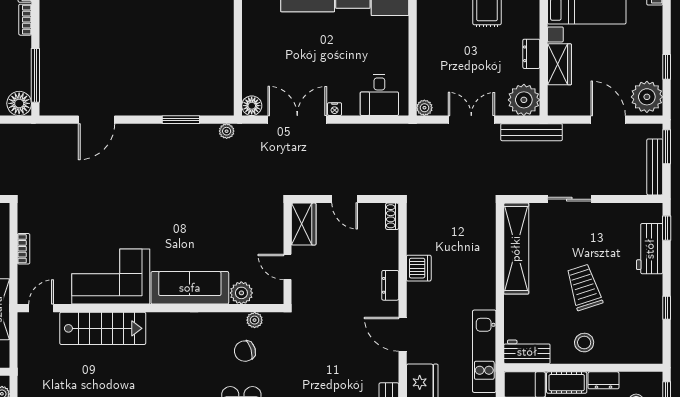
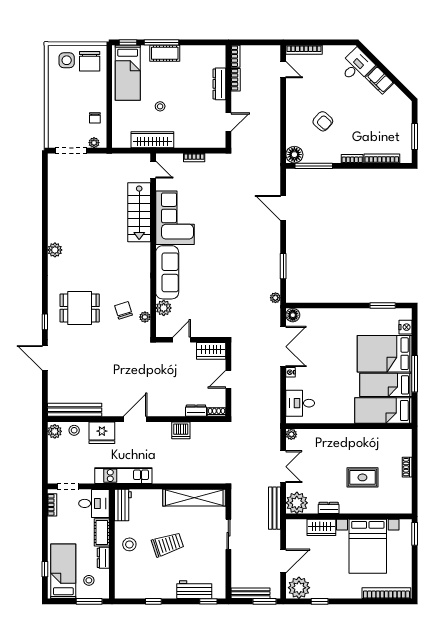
dresser: (390, 285) -> (196, 411), moved

